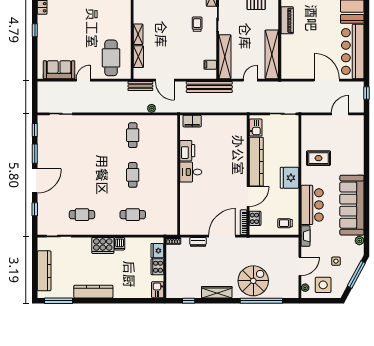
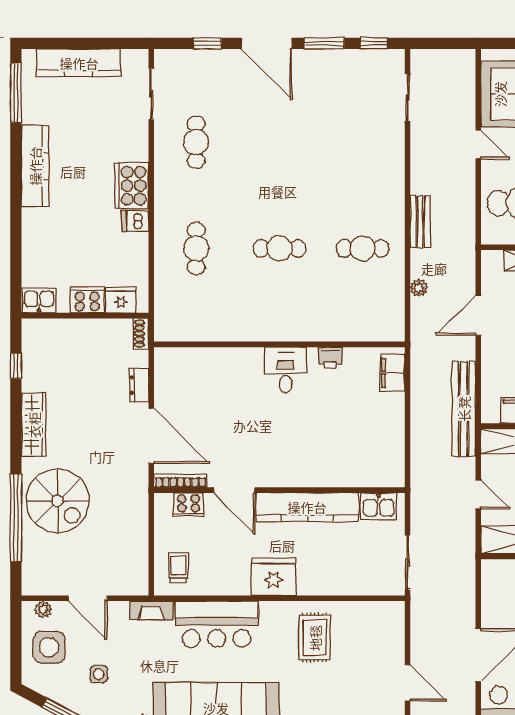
bench: (140, 86) -> (420, 222), moved
printer: (187, 151) -> (330, 358), width x0.53, depth x0.68

